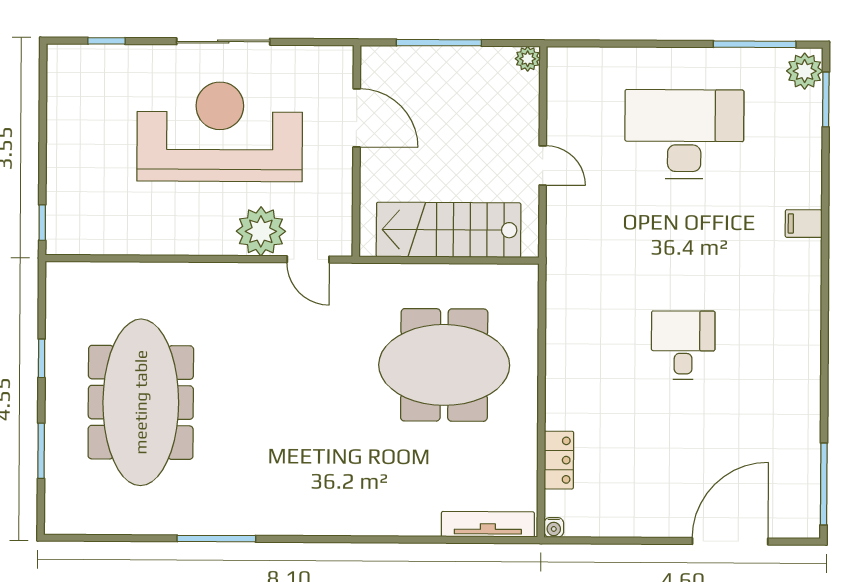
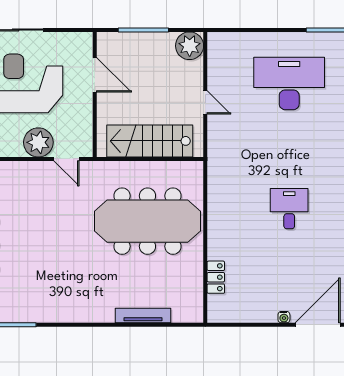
plant: (528, 59) -> (190, 46), width x1.88, depth x1.88
meeting table: (444, 365) -> (147, 221), width x1.36
tv unit: (488, 524) -> (143, 316), moved
water cooler: (554, 527) -> (284, 317), moved

